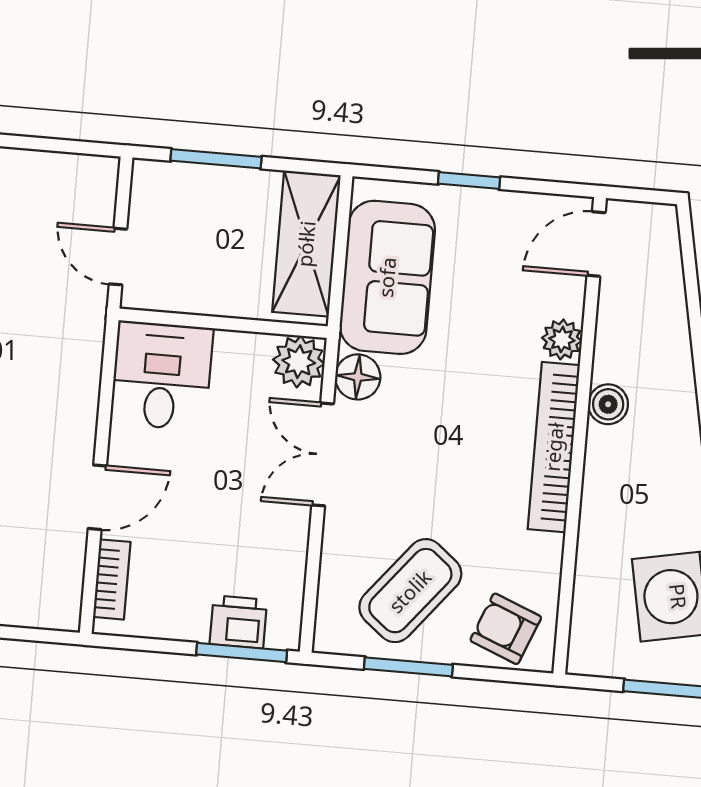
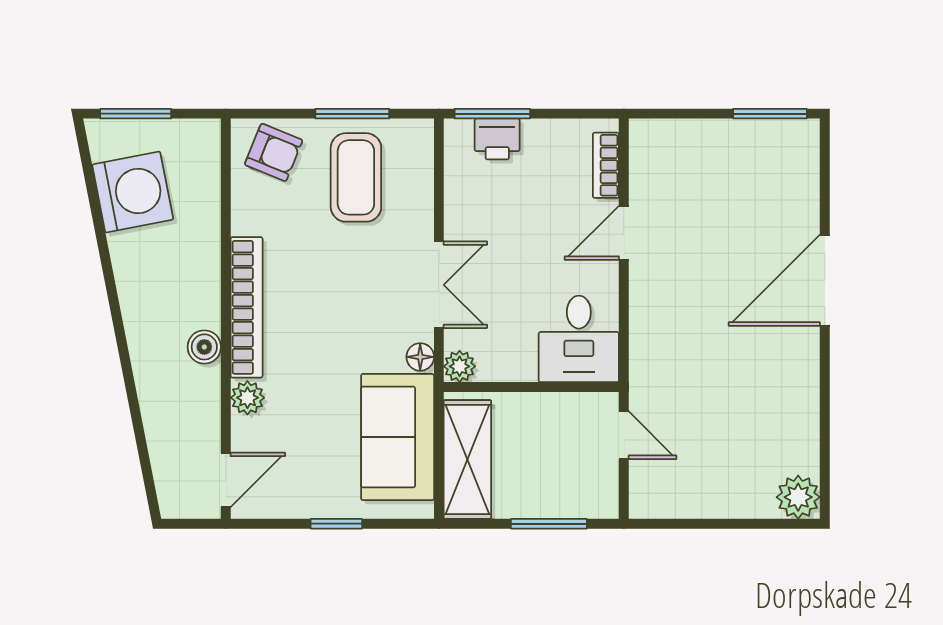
plant: (299, 362) -> (460, 366), width x0.73, depth x0.73
floor lamp: (358, 377) -> (420, 357), width x0.73, depth x0.73
coffee table: (410, 591) -> (356, 177), turned -39

